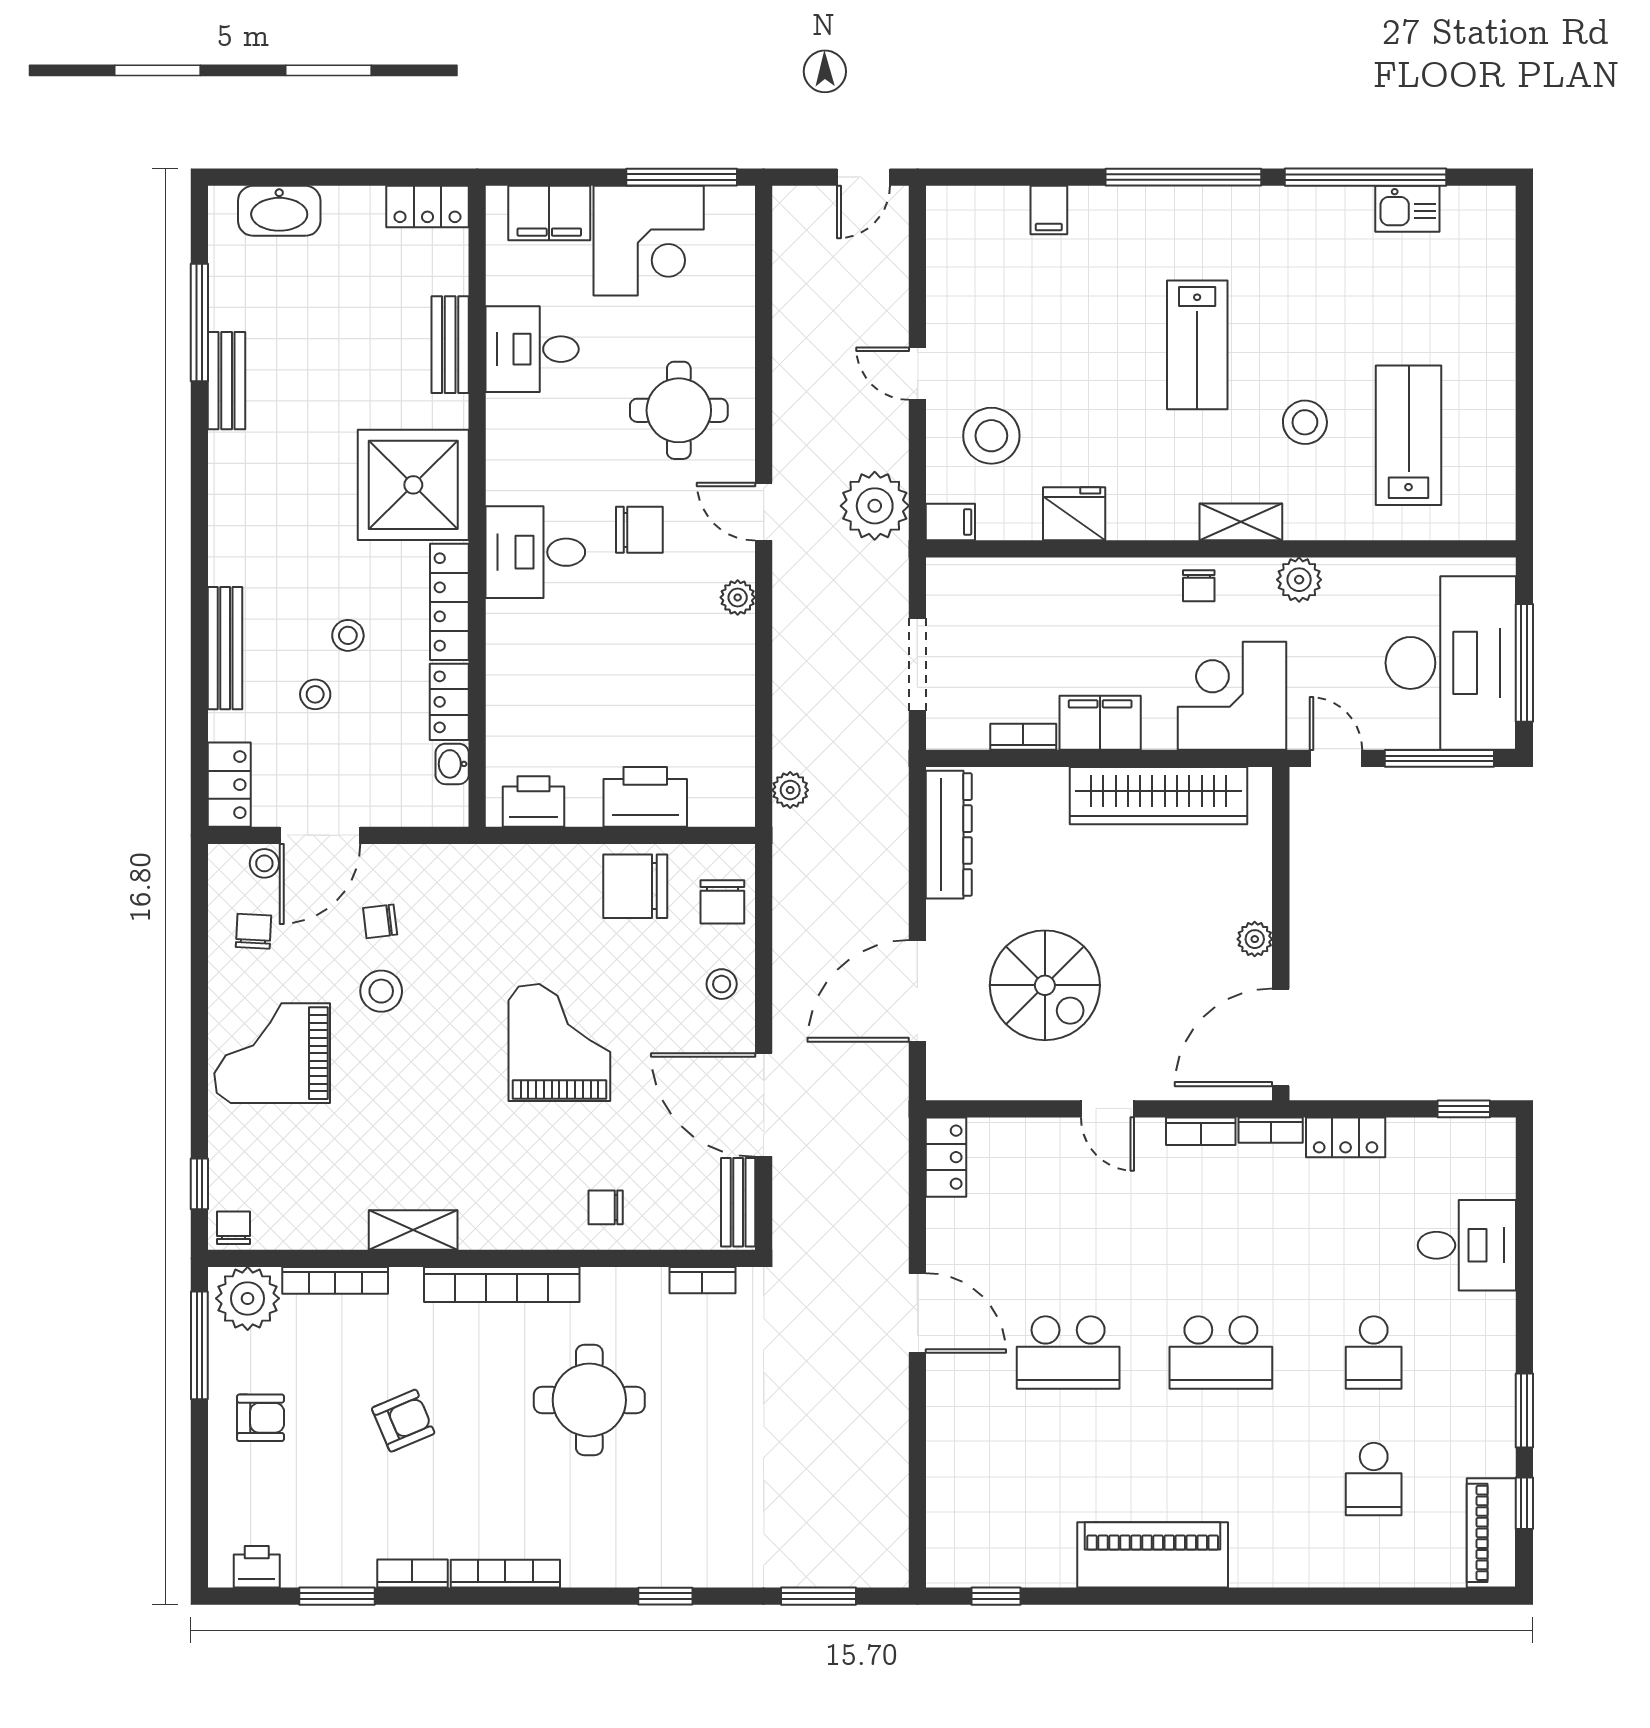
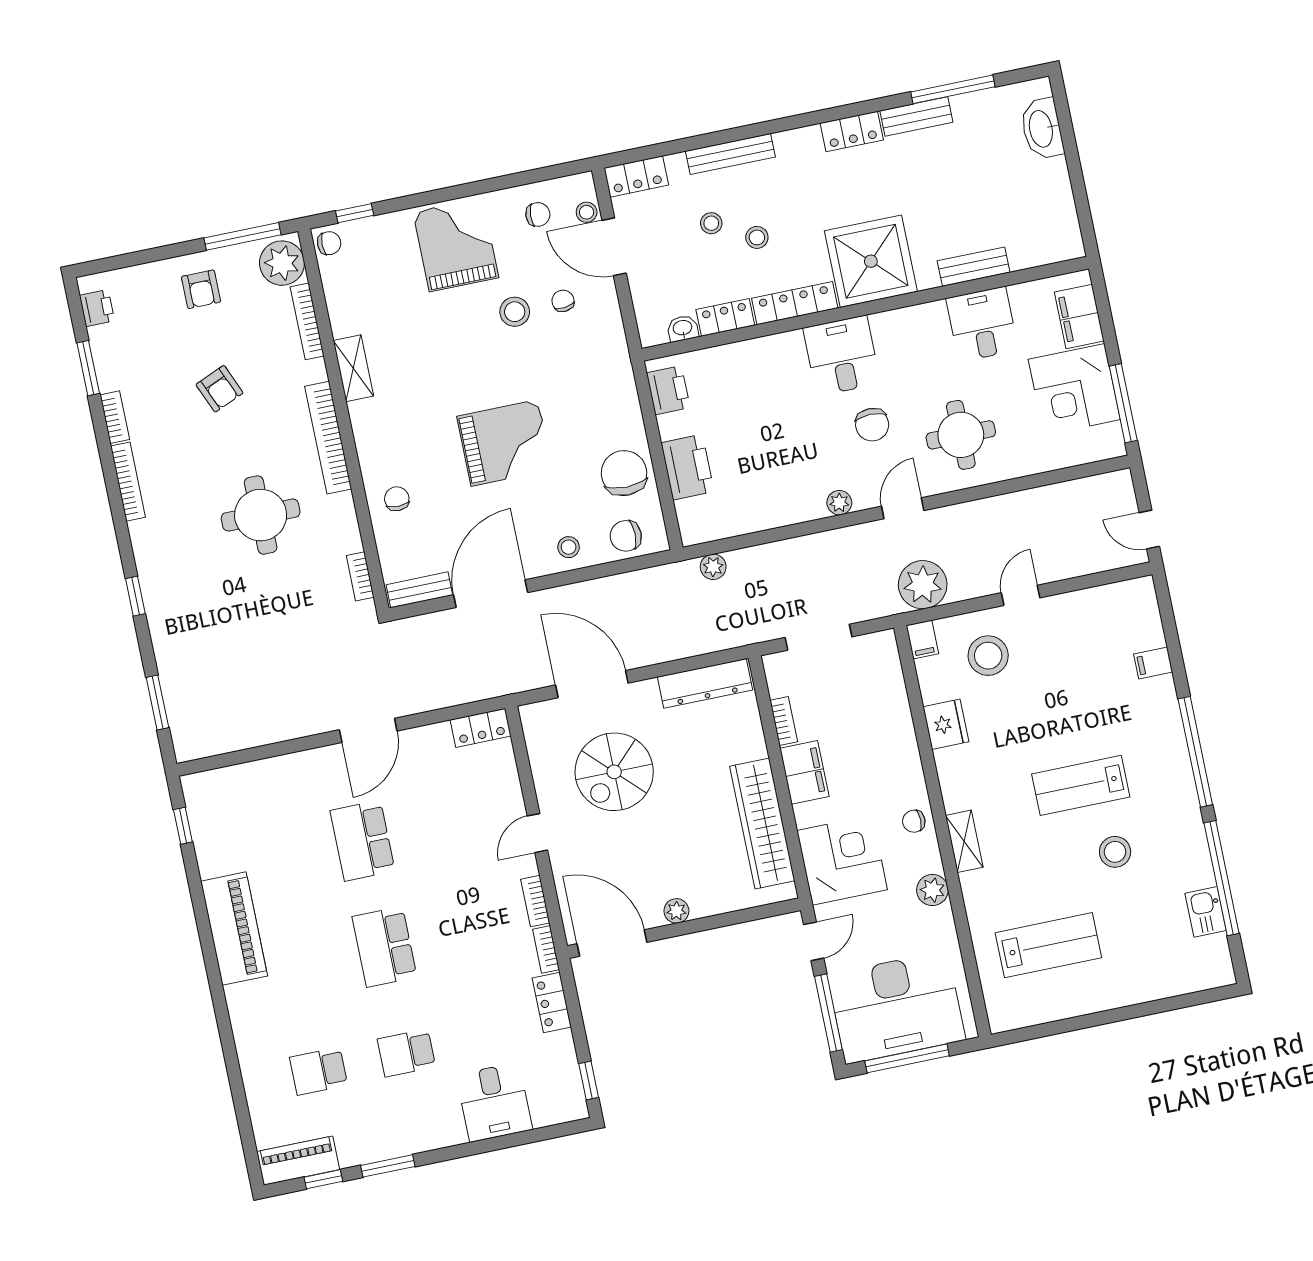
locker: (427, 206) -> (852, 131), moved, turned -90
stool: (1305, 422) -> (1115, 852), moved

